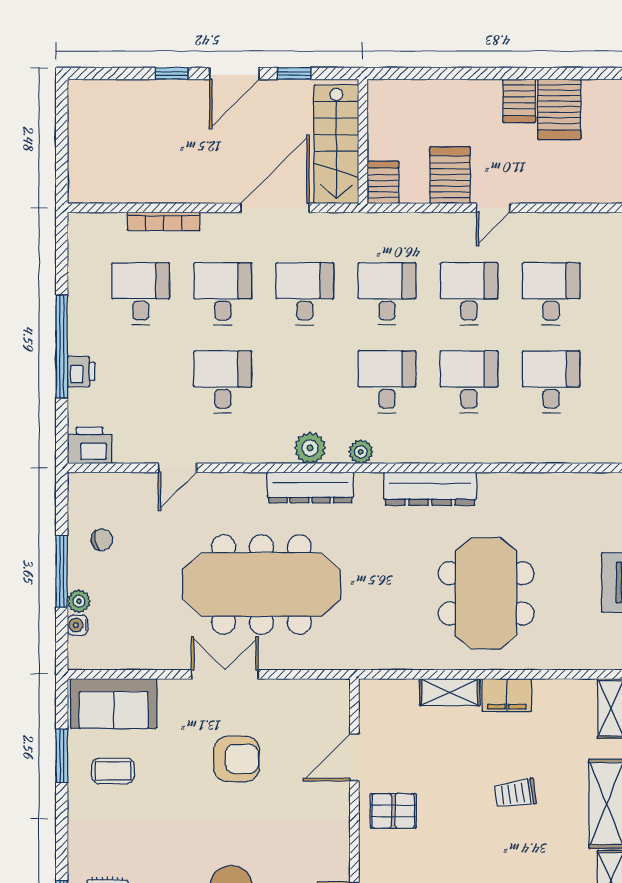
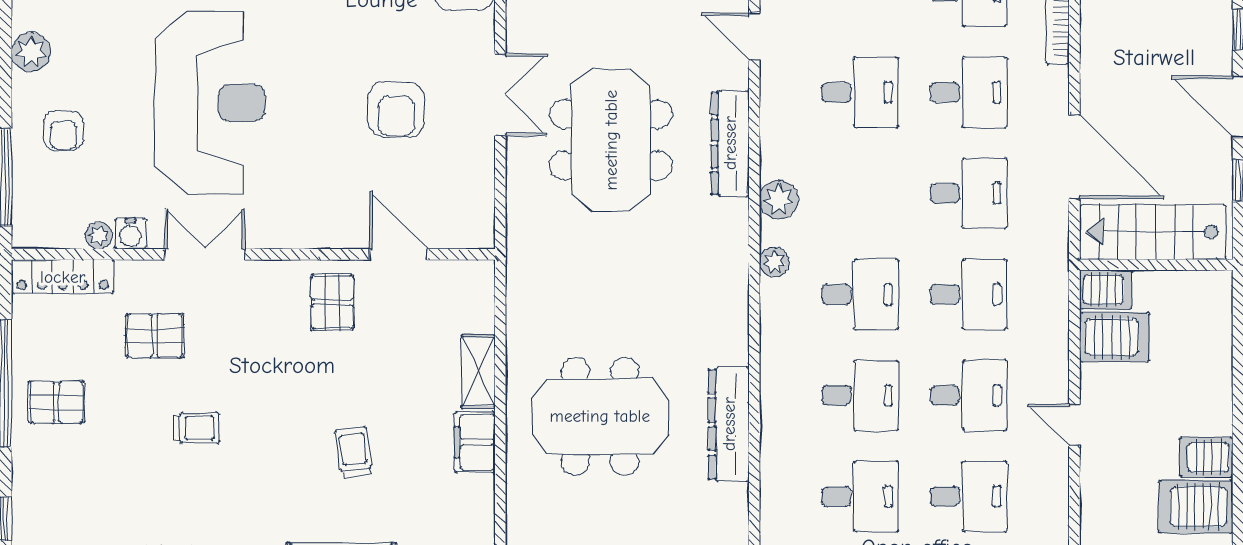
server rack: (450, 175) -> (1115, 337), moved
dresser: (310, 488) -> (730, 143), moved
dresser: (430, 489) -> (729, 424), moved
meeting table: (261, 584) -> (611, 140), width x0.73

